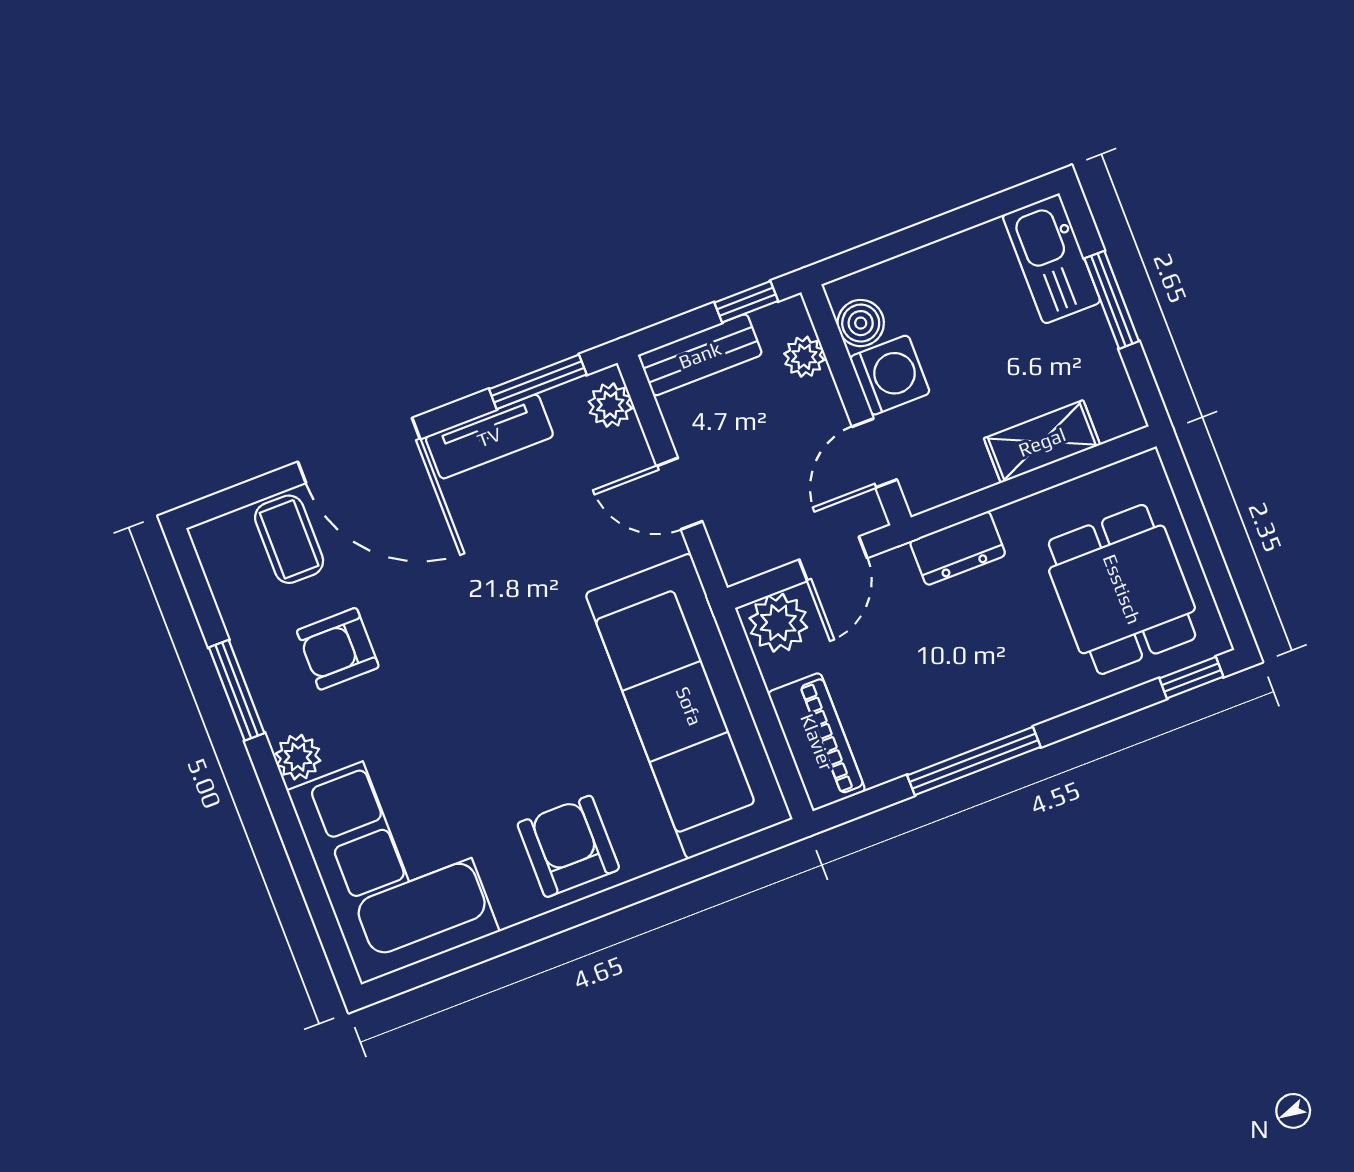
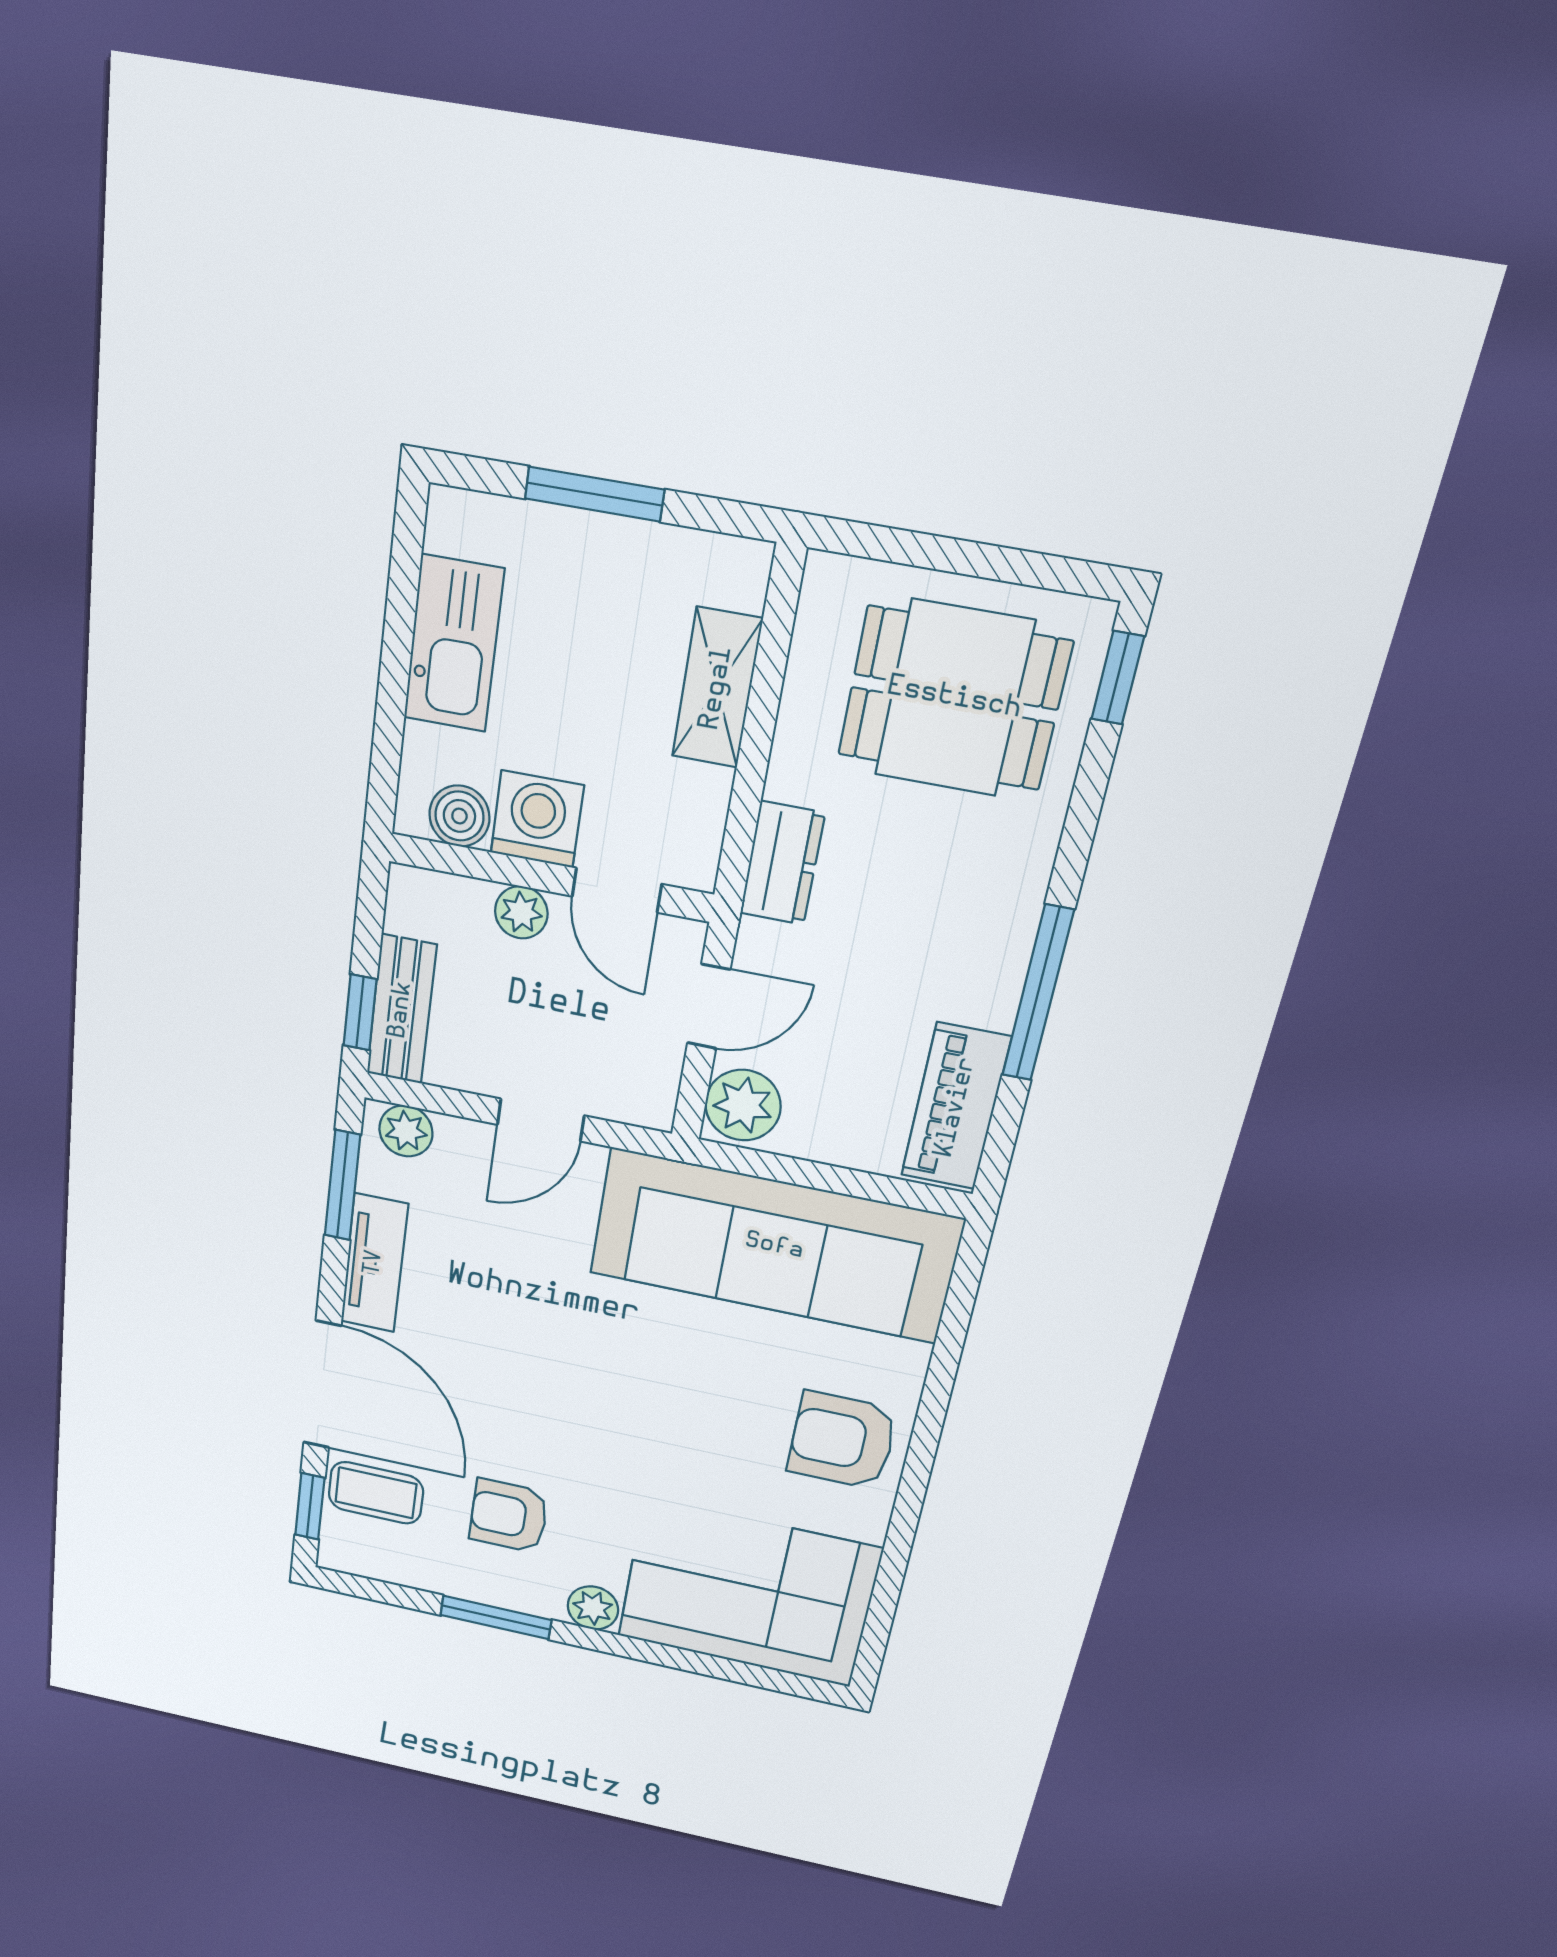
kitchen sink: (1051, 259) -> (454, 644), moved, turned -90
window: (746, 302) -> (360, 1012), moved
plant: (804, 357) -> (521, 912), moved
door: (359, 450) -> (322, 1385), hinge flipped
window: (241, 496) -> (310, 1506), added
door: (833, 559) -> (709, 1006), hinge flipped
armchair: (338, 649) -> (509, 1516), turned 90
piano: (817, 742) -> (956, 1107), moved, turned -90

